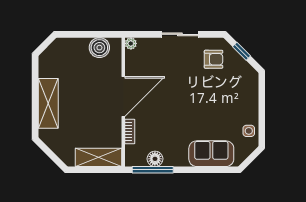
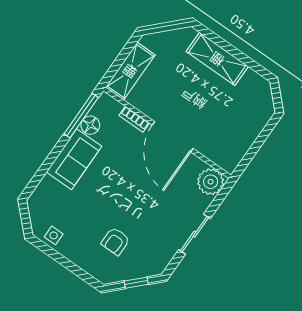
plant: (131, 43) -> (211, 182), width x1.87, depth x1.87
boiler: (99, 48) -> (237, 147), removed
armchair: (214, 59) -> (115, 241), moved
sofa: (211, 154) -> (74, 159), moved

